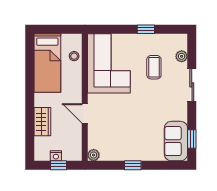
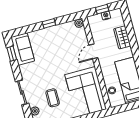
door: (85, 113) -> (93, 51), swing flipped

